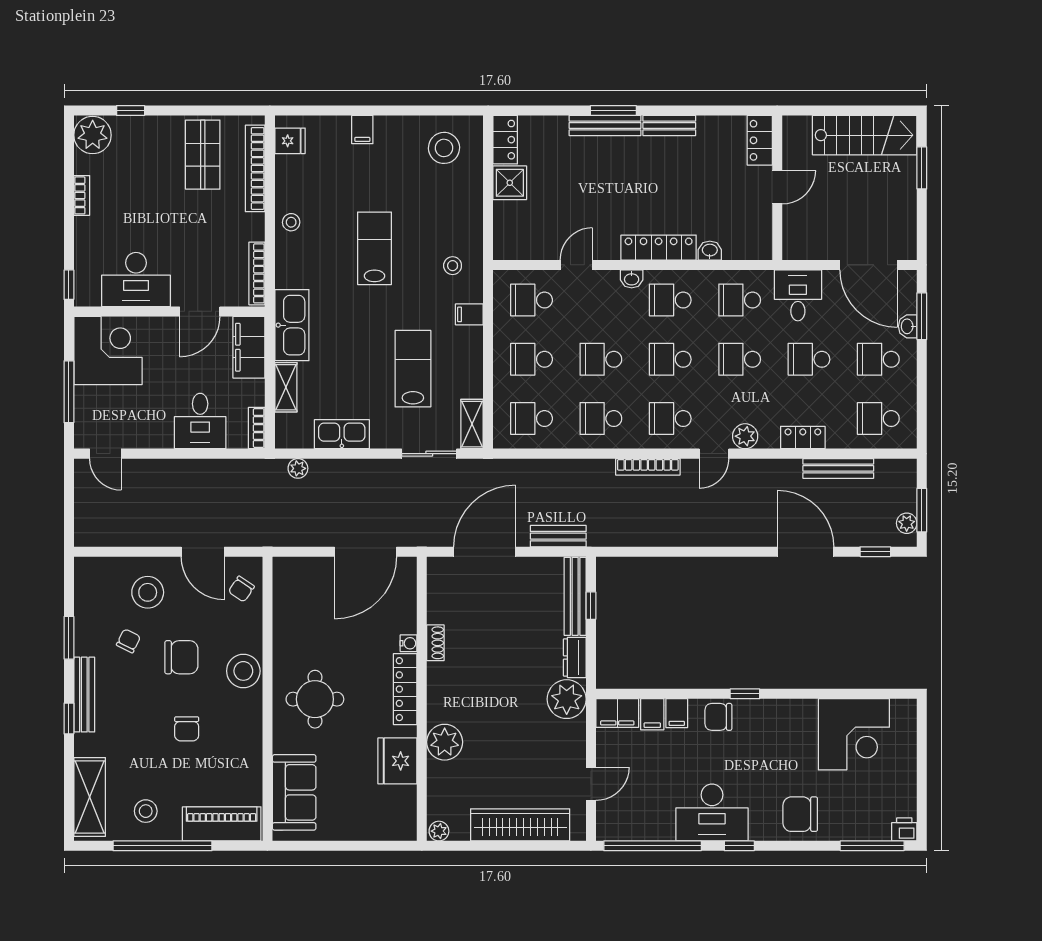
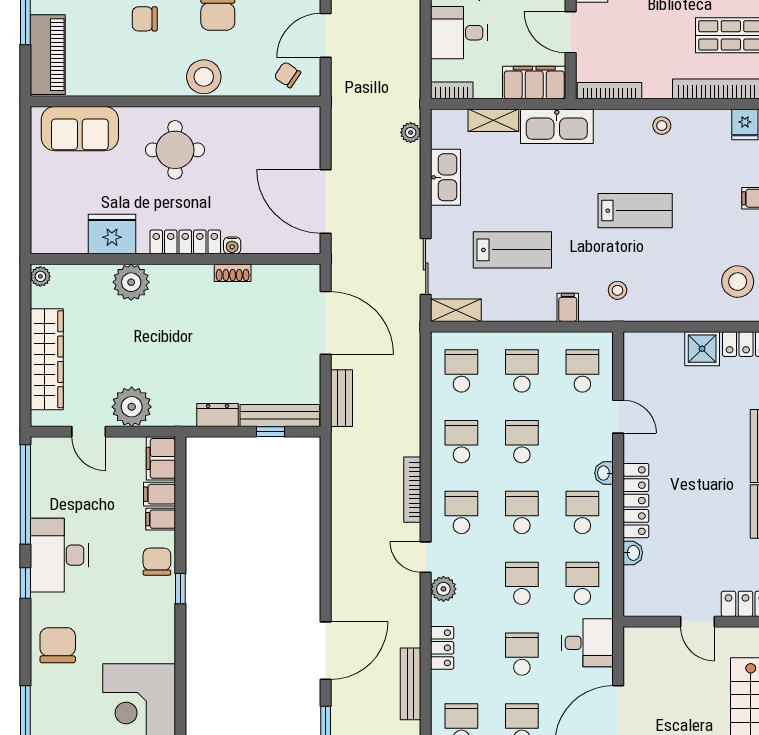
plant: (567, 699) -> (132, 407), moved

